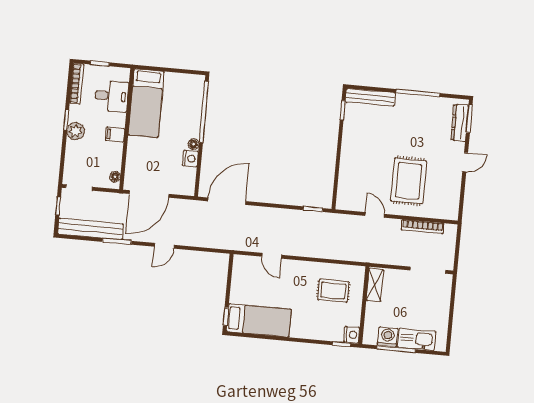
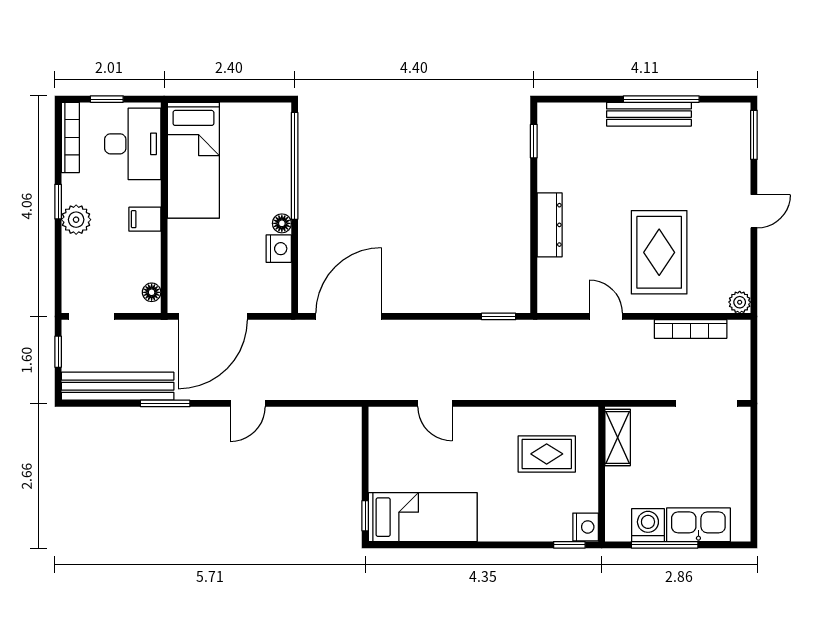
desk: (112, 96) -> (133, 144), width x1.37
bench: (370, 97) -> (649, 114), moved
dresser: (460, 123) -> (550, 225), moved, turned 180
plant: (452, 214) -> (740, 302), added

